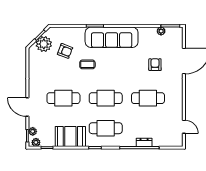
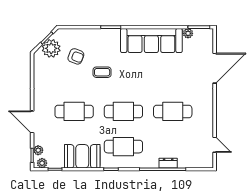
sofa: (112, 37) -> (151, 41), moved
armchair: (155, 65) -> (181, 72), removed

